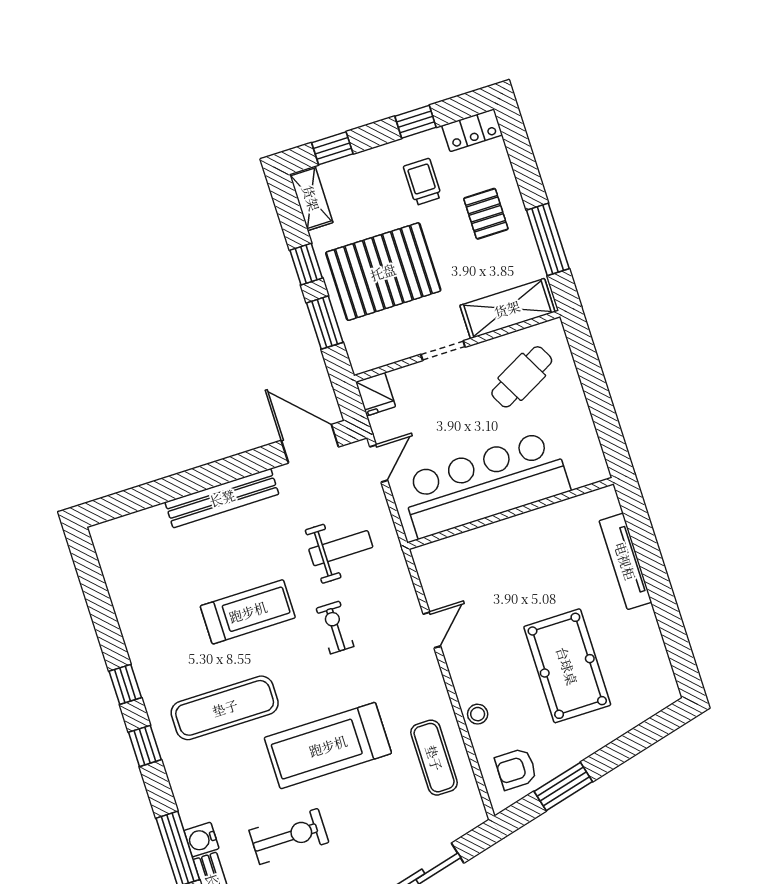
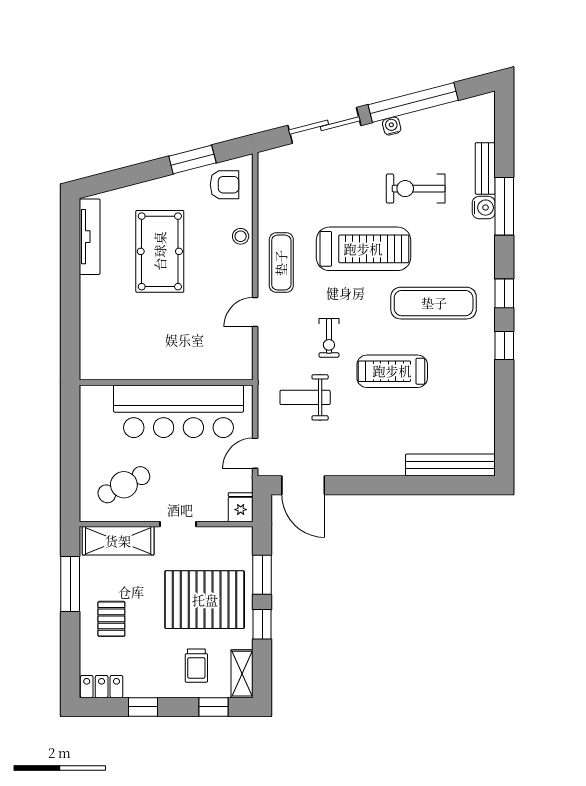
trolley: (422, 182) -> (196, 666), moved
bench: (222, 498) -> (450, 465), moved
tv unit: (625, 561) -> (90, 237), moved
exercise mat: (434, 758) -> (281, 263), moved

